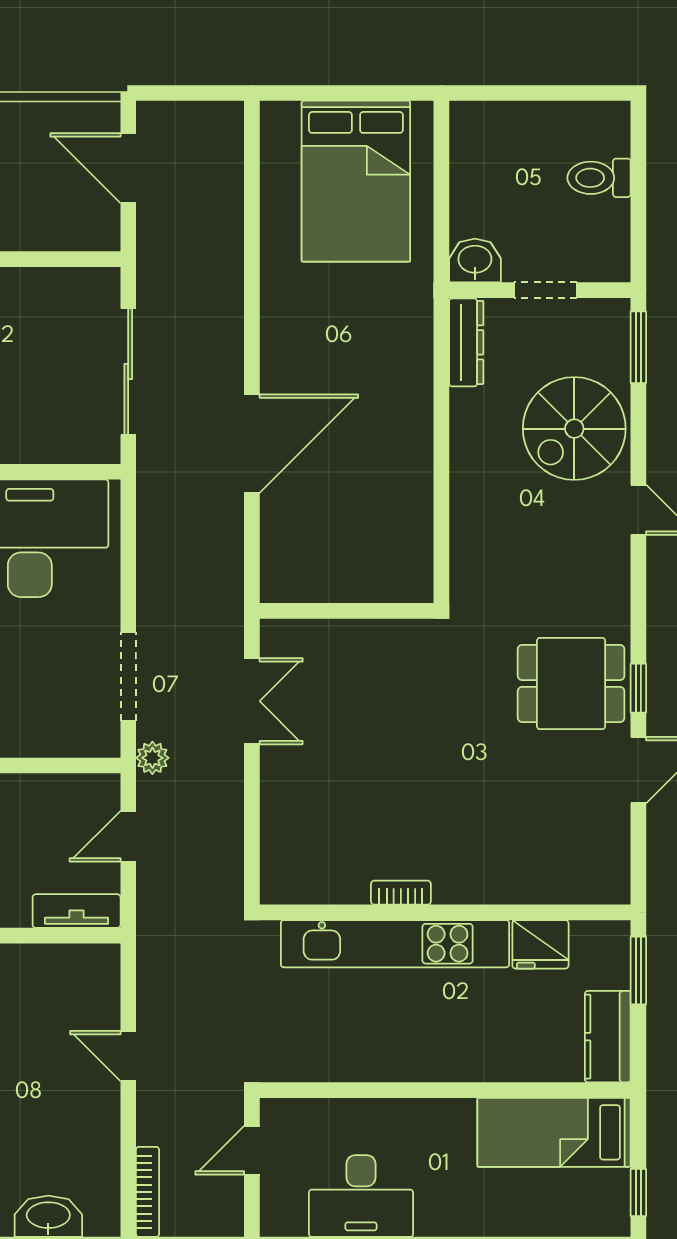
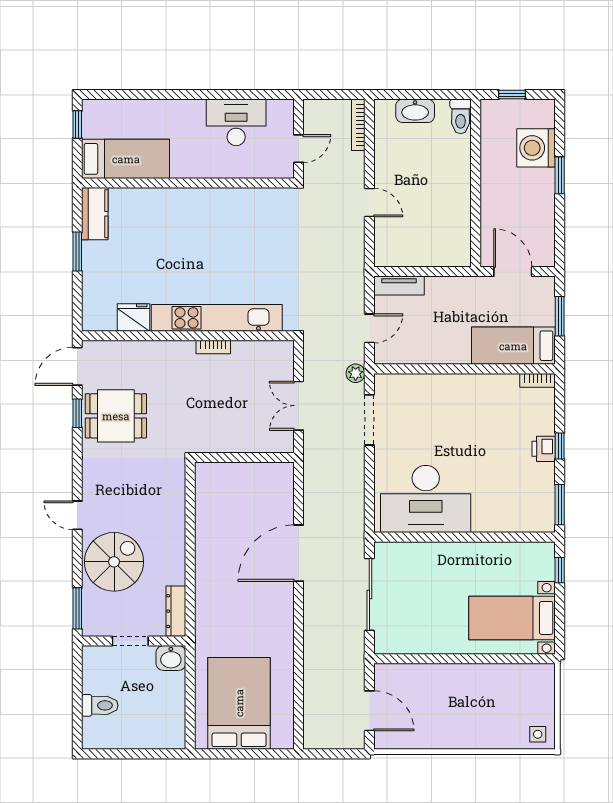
bookcase: (401, 893) -> (213, 347), moved
wall: (445, 912) -> (188, 336), moved
kitchen unit: (395, 944) -> (217, 318), moved
fridge: (540, 944) -> (133, 317), moved

